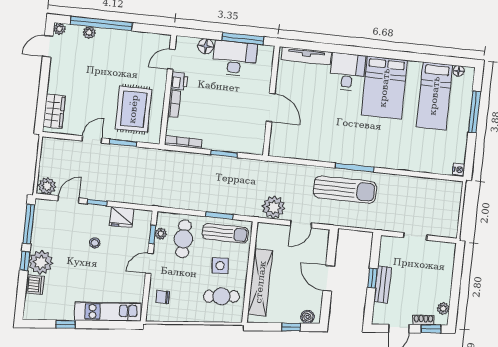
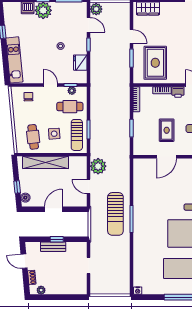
rug: (232, 103) -> (167, 130), added
rug: (133, 109) -> (155, 63), turned 90
window: (431, 329) -> (26, 283), removed

